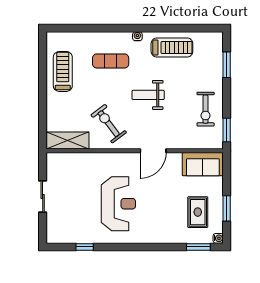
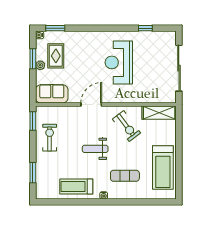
treadmill: (63, 71) -> (163, 167), width x1.37, depth x1.38
weight bench: (148, 95) -> (95, 149), turned 180
sliding door: (43, 197) -> (179, 68), width x1.86
plant: (217, 200) -> (40, 65), added

